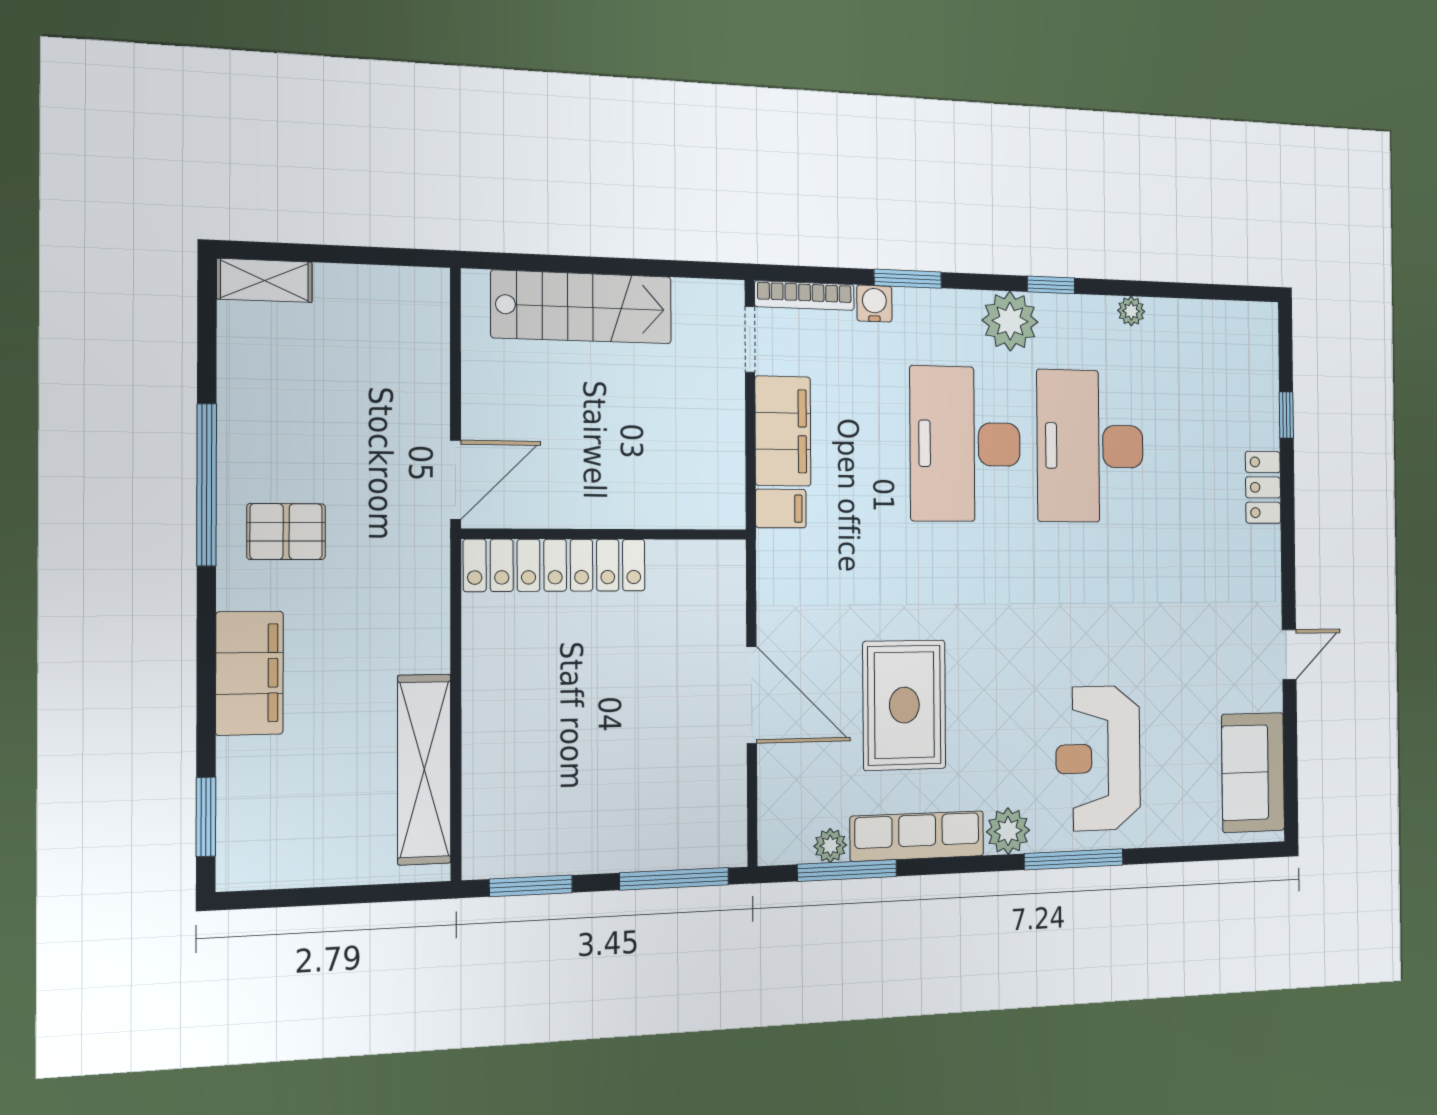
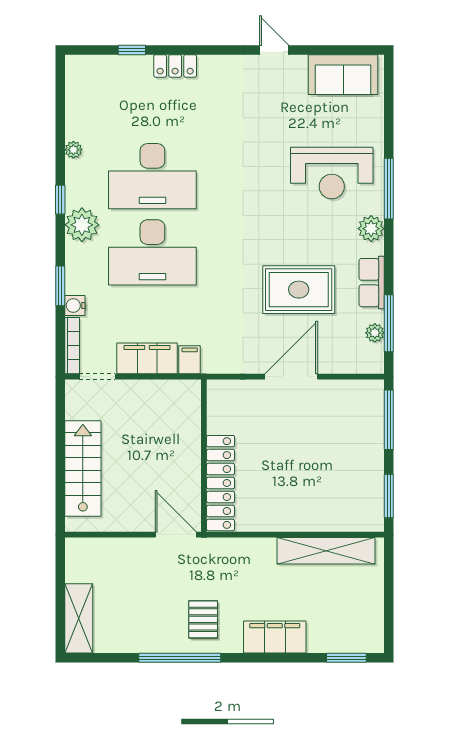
shelving: (265, 280) -> (79, 618), width x1.50, depth x1.33
row of seats: (917, 836) -> (372, 283), width x0.68

